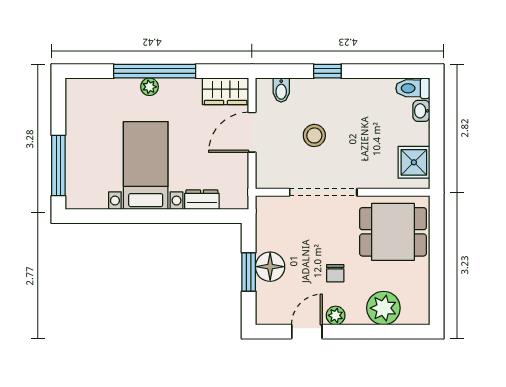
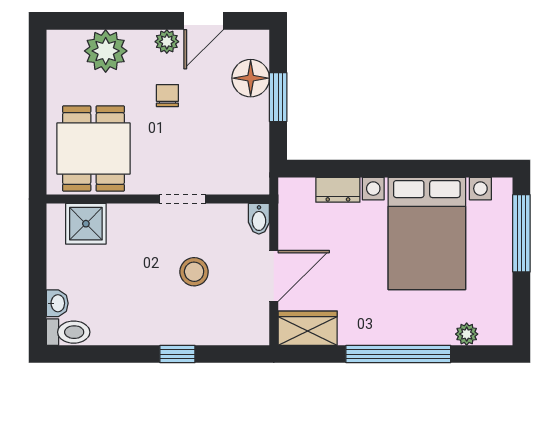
plant: (149, 87) -> (467, 334), moved
bidet: (281, 90) -> (259, 219), moved, turned 180
shower: (414, 162) -> (86, 224), moved
bed with nightstands: (146, 165) -> (427, 233), width x1.36
doorway: (323, 192) -> (183, 199), width x0.53
dining table: (393, 232) -> (93, 148), turned 90
floor lamp: (270, 267) -> (251, 78), moved

